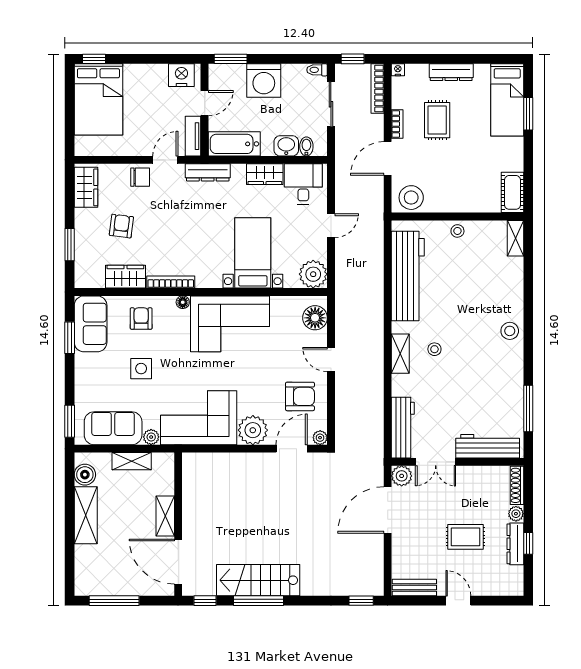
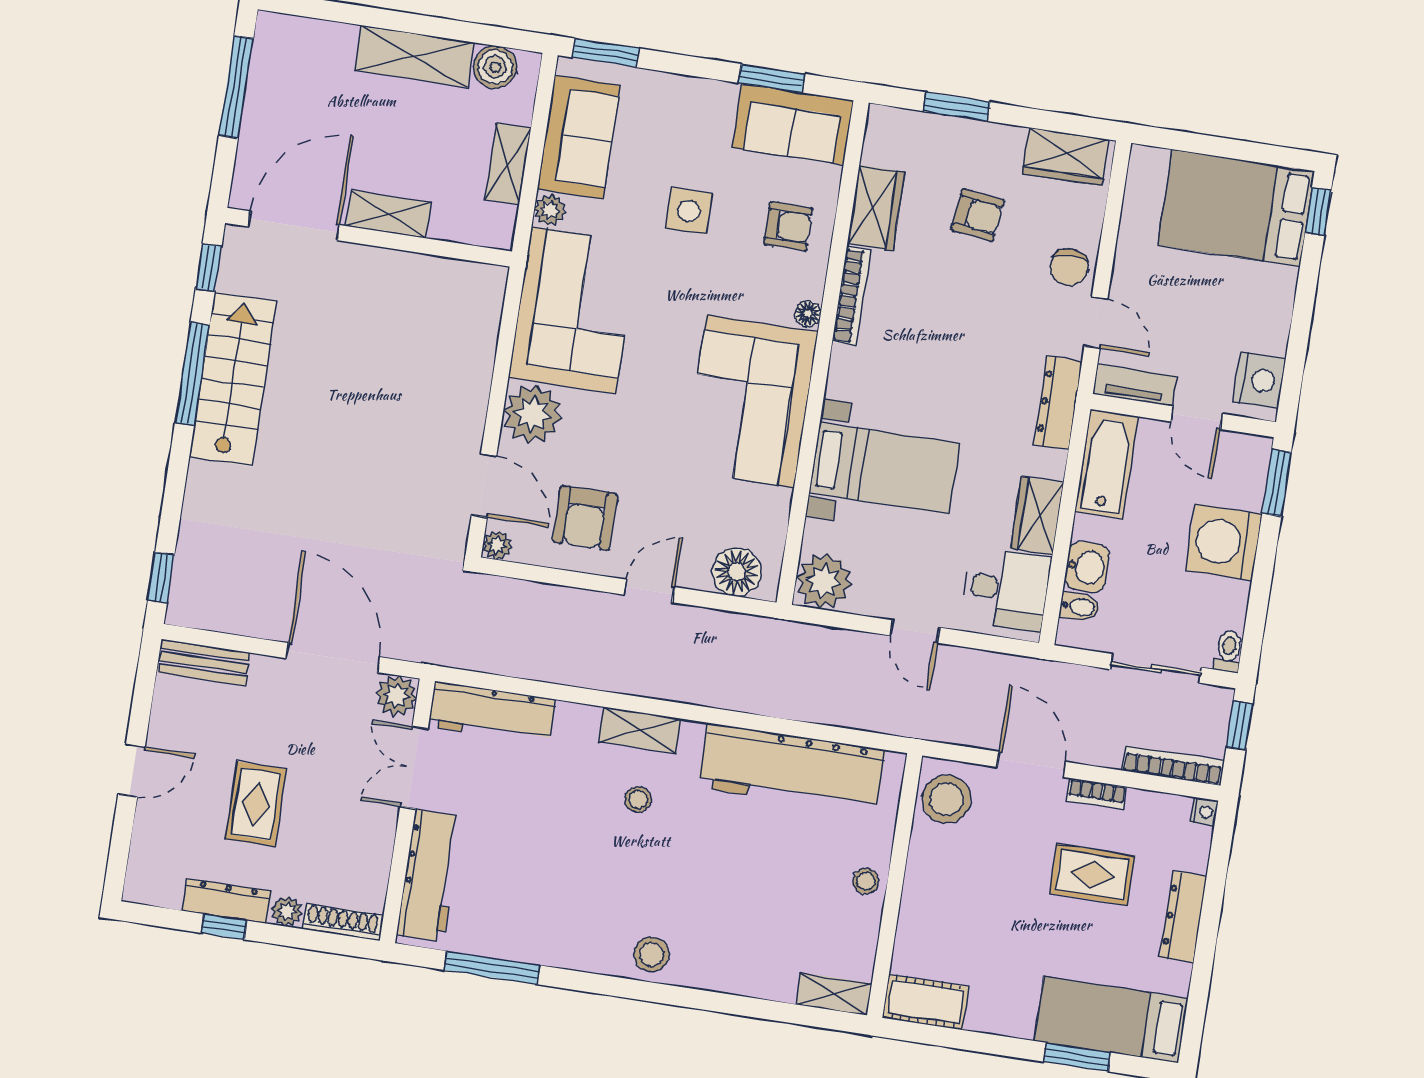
bench: (414, 587) -> (204, 663), moved, turned 90

